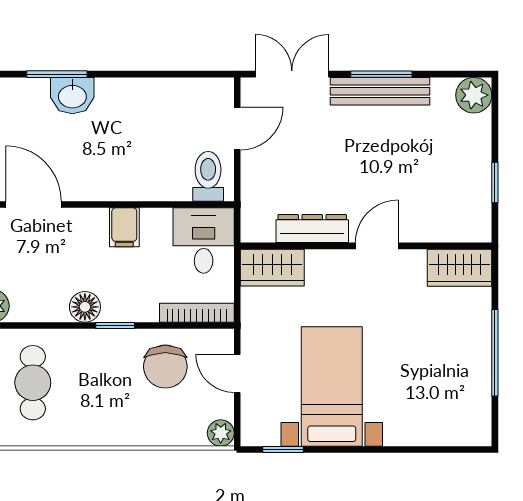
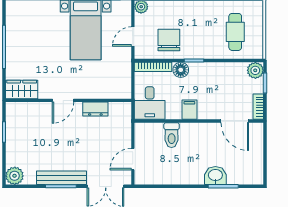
toilet: (208, 176) -> (172, 135), moved
dresser: (312, 229) -> (95, 109), width x0.70
wardrobe: (272, 268) -> (115, 90), removed
floor lamp: (85, 307) -> (181, 70), moved
door: (237, 373) -> (133, 36), swing flipped

